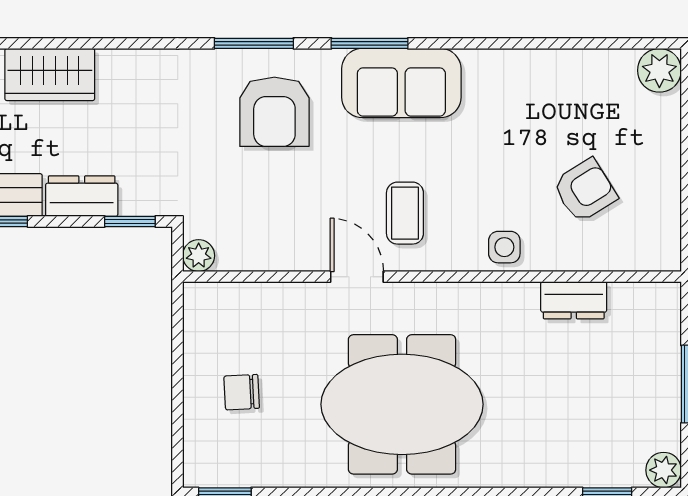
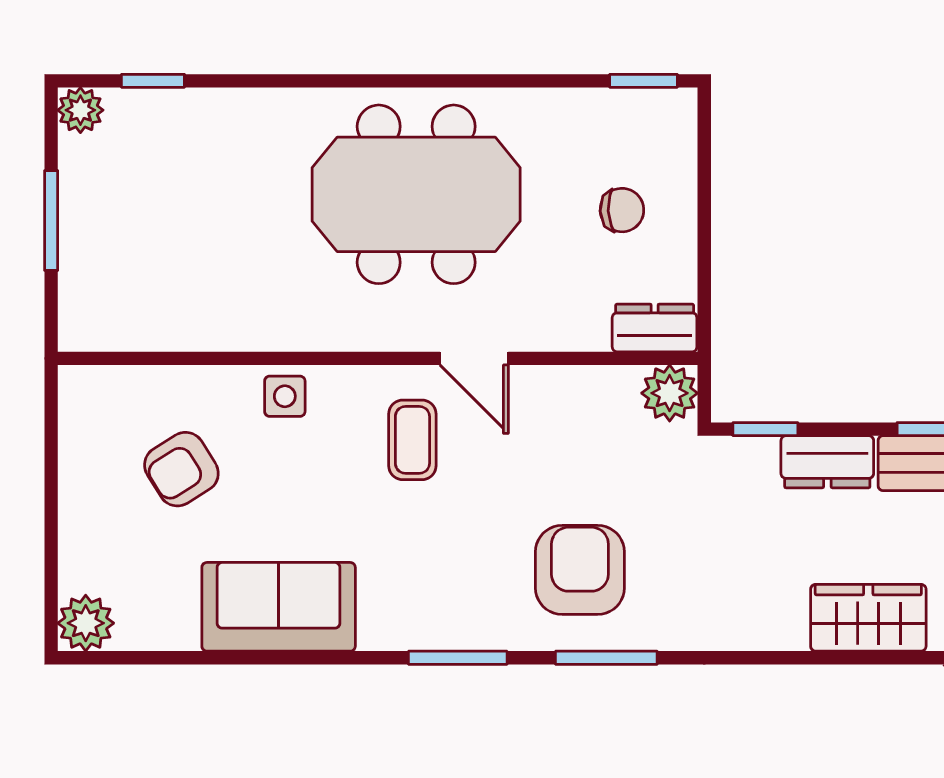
sofa: (401, 83) -> (279, 607), moved
plant: (199, 256) -> (670, 393), width x1.38, depth x1.38
dresser: (574, 300) -> (655, 328), moved

